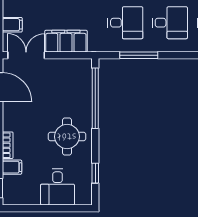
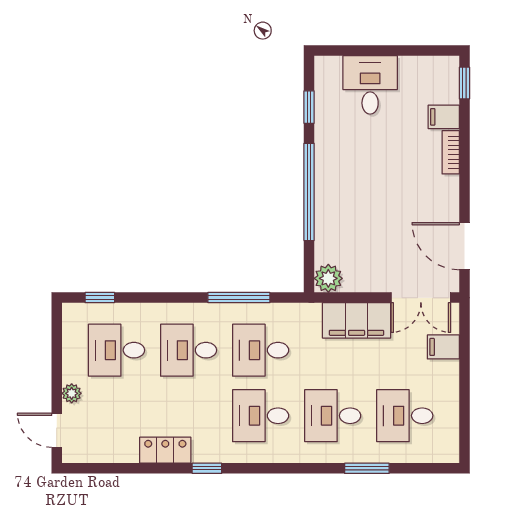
plant: (83, 67) -> (328, 278), added
window: (95, 98) -> (309, 192), moved
round table: (67, 137) -> (355, 166), removed

